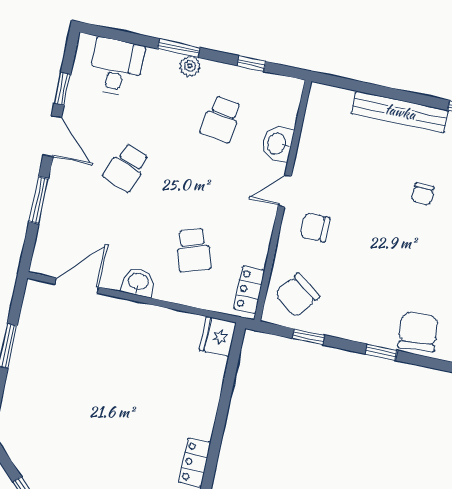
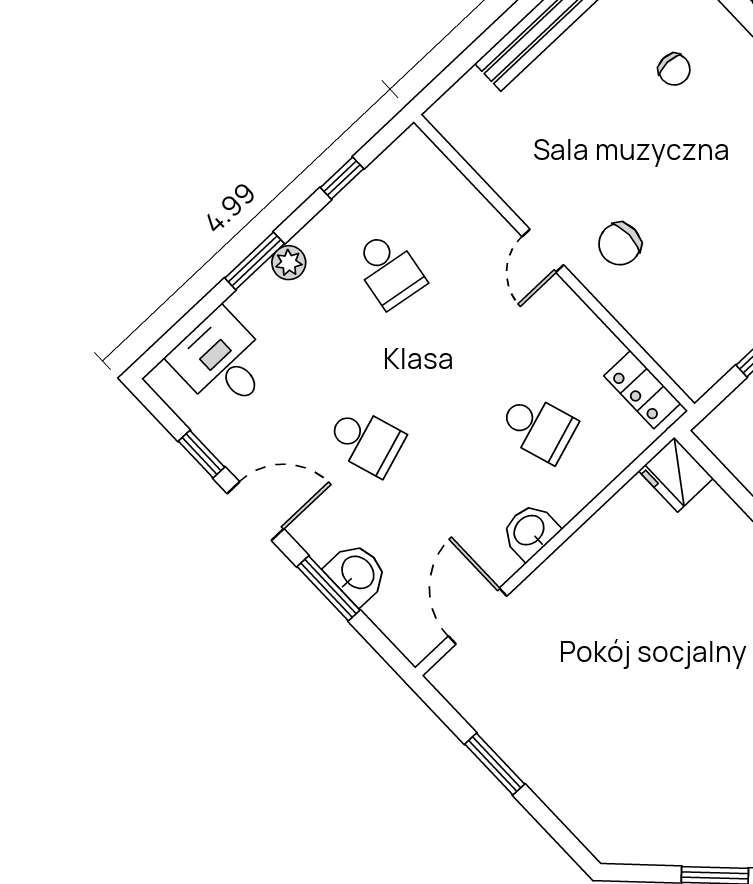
washbasin: (277, 144) -> (357, 573), moved, turned 180
school desk: (126, 167) -> (366, 441), turned -39
chair: (297, 295) -> (694, 331), removed

